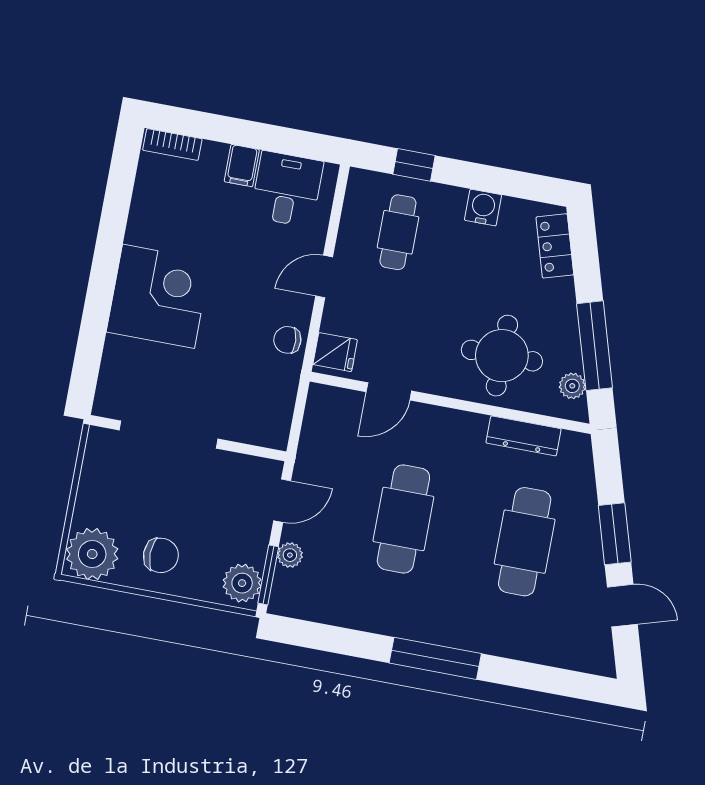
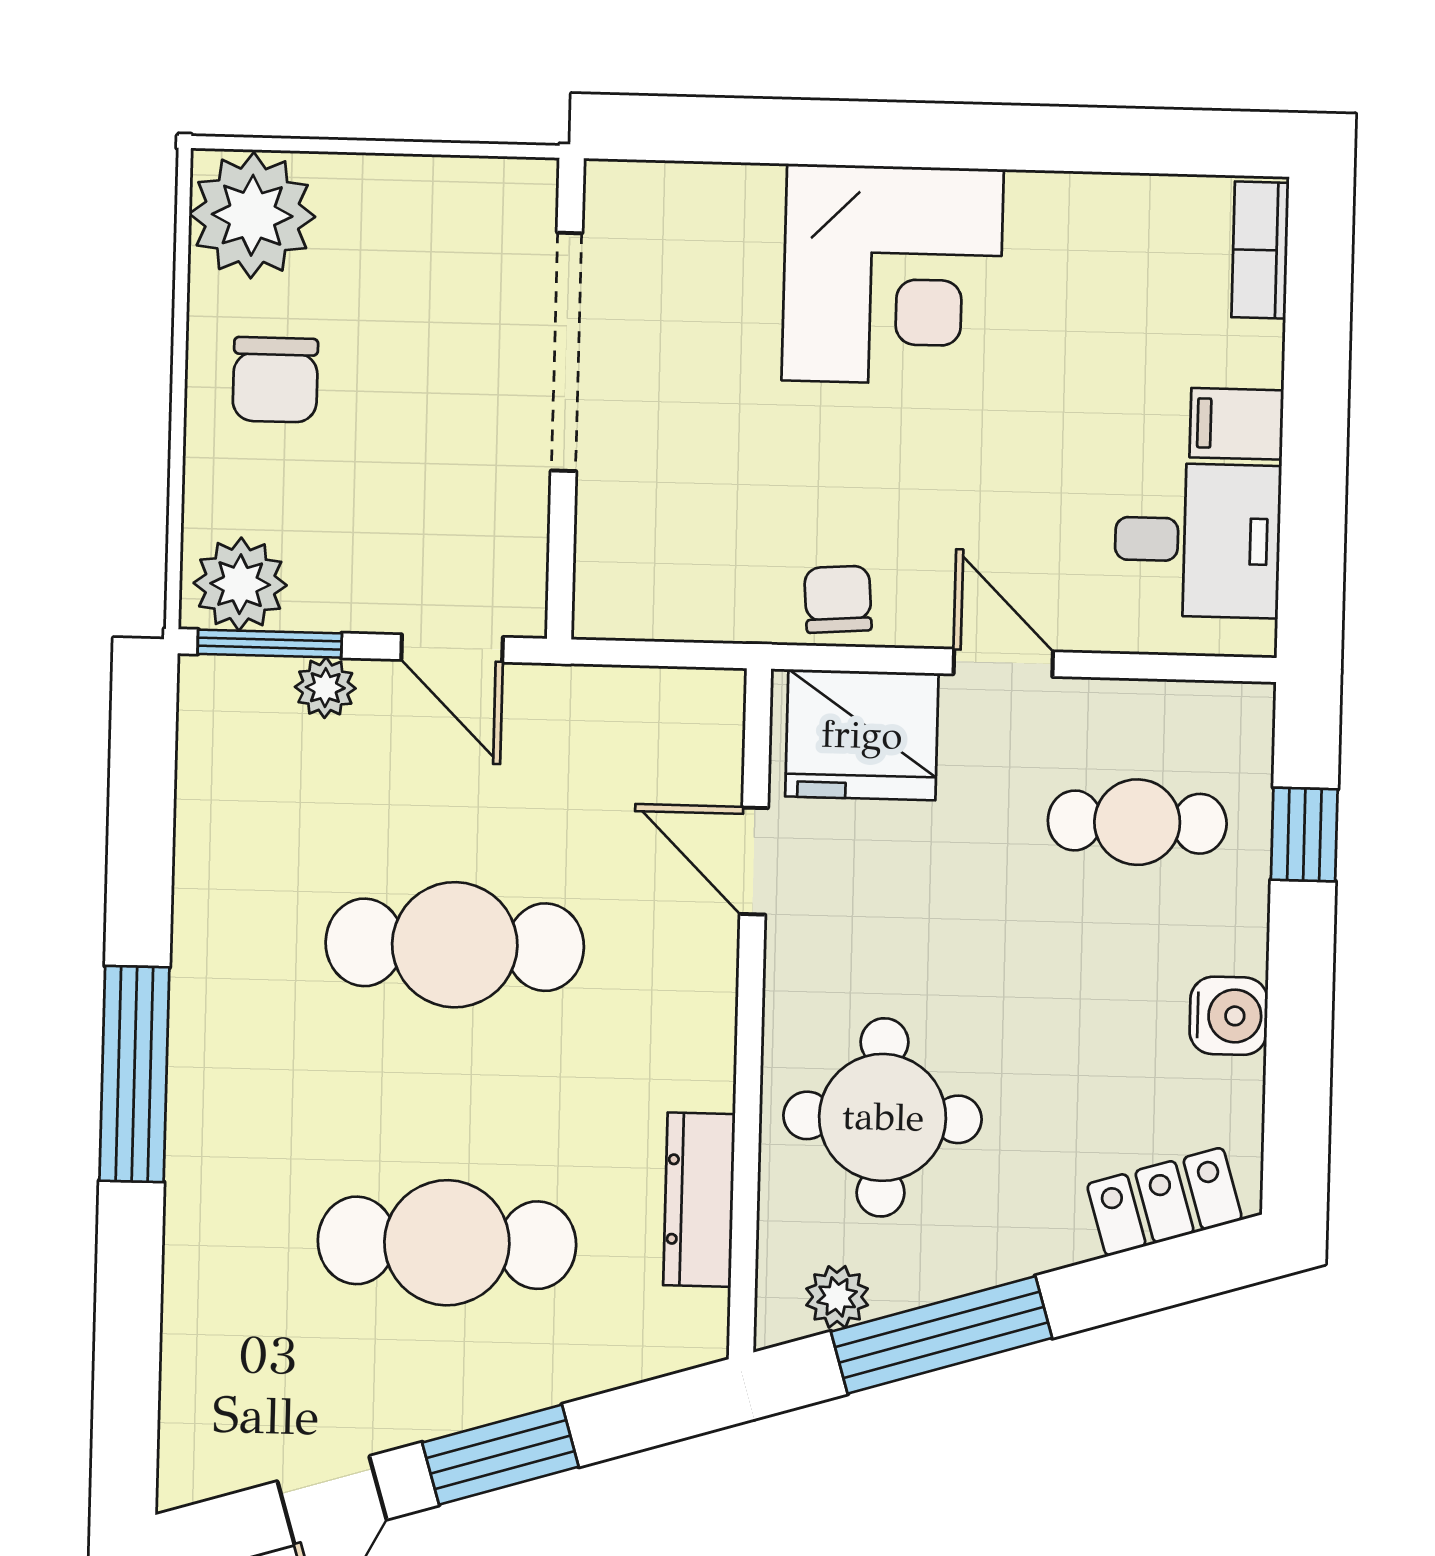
fridge: (335, 352) -> (862, 735), width x1.88, depth x1.34

